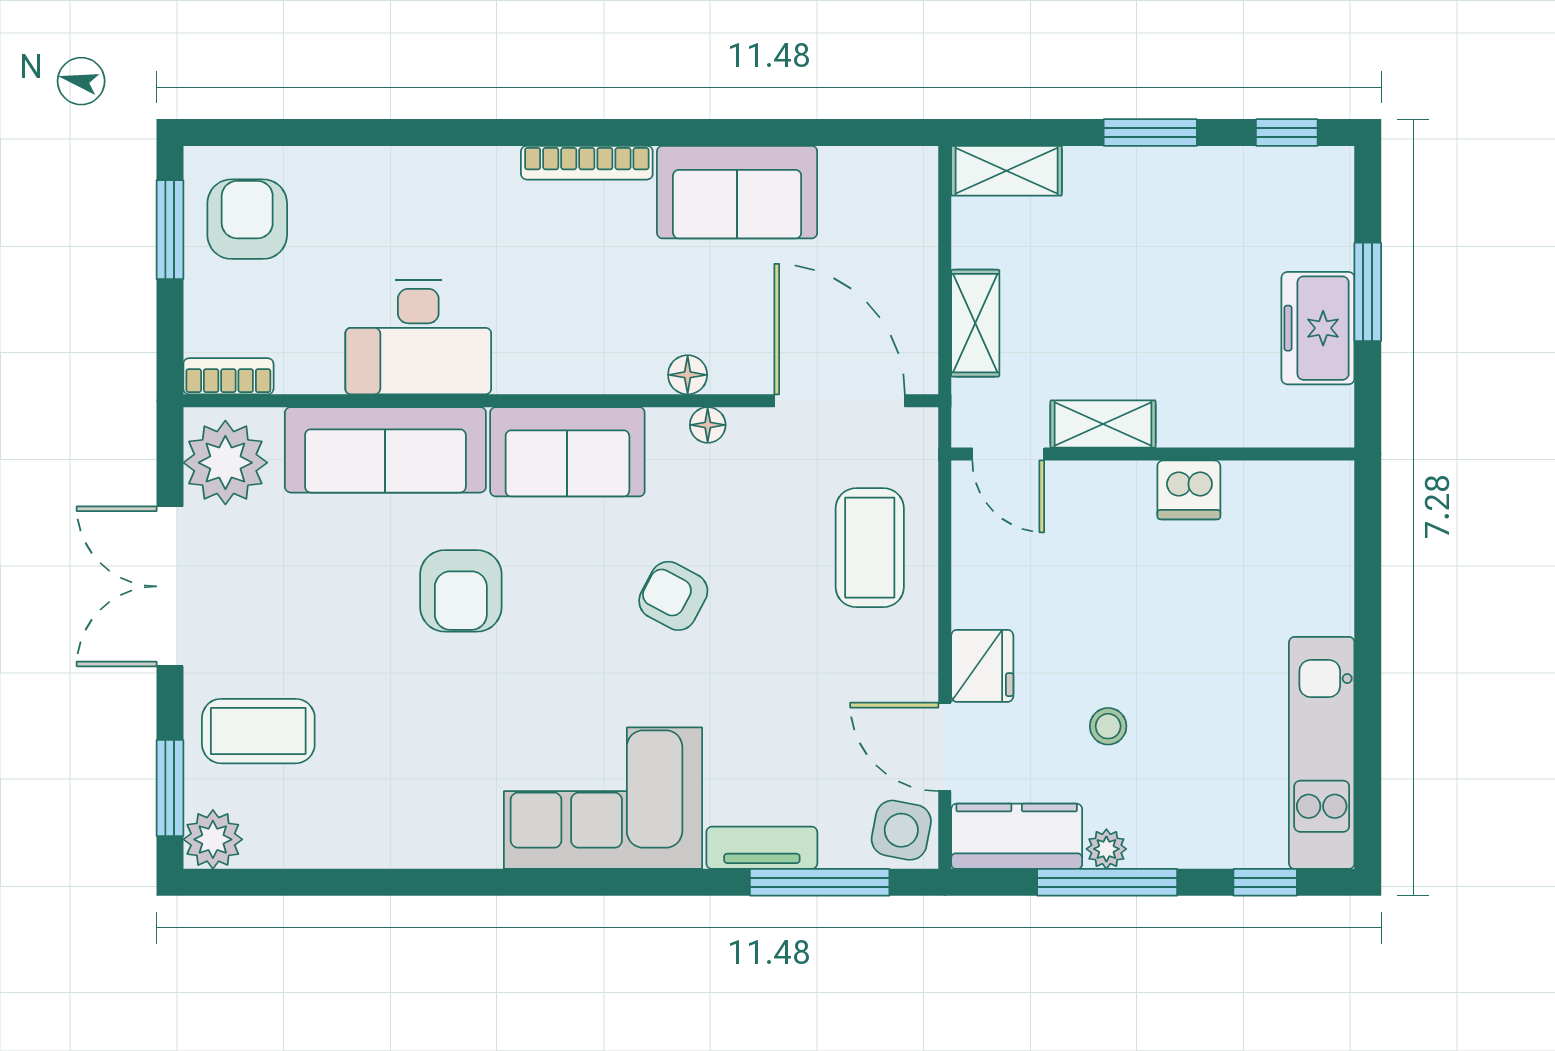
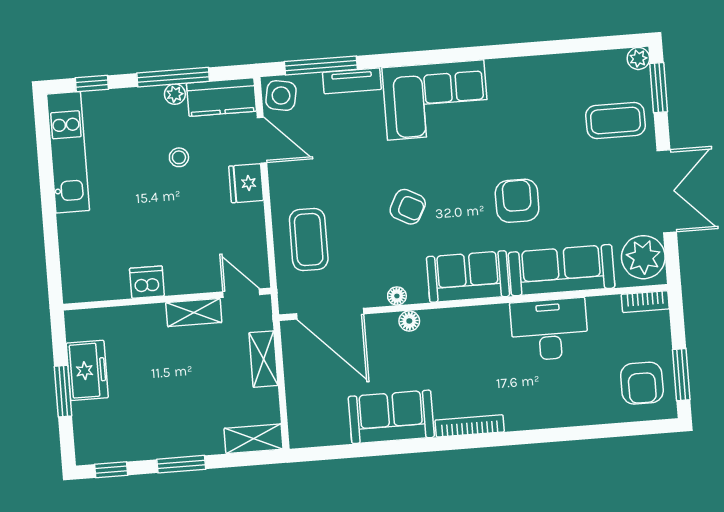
plant: (213, 839) -> (638, 58), width x0.73, depth x0.73

